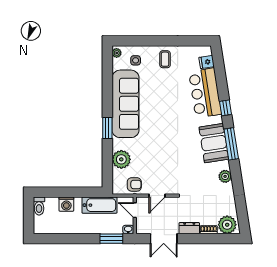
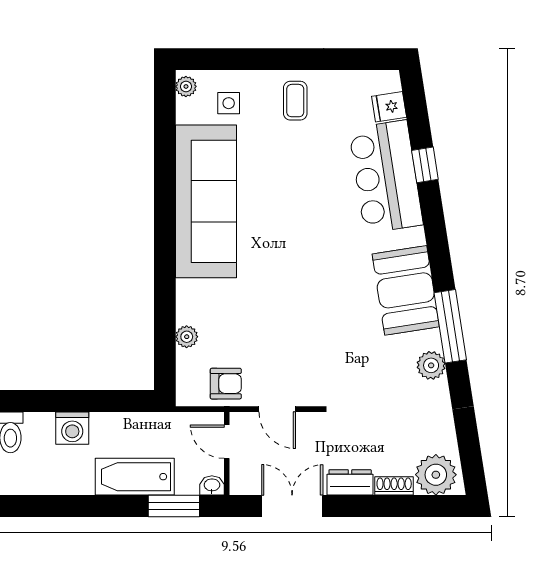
window: (226, 108) -> (425, 165), moved
window: (107, 128) -> (165, 256), removed
window: (231, 144) -> (450, 326), moved
plant: (121, 159) -> (187, 337), width x0.53, depth x0.53
door: (157, 196) -> (277, 409), hinge flipped
bathtub: (99, 205) -> (135, 477), moved, turned 180
double door: (164, 239) -> (292, 506), swing flipped

